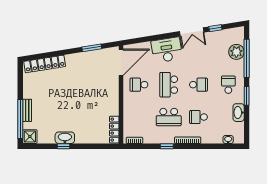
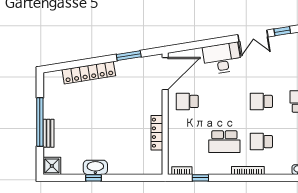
locker: (45, 64) -> (89, 73), moved
school desk: (169, 85) -> (224, 101), removed
school desk: (198, 85) -> (261, 101), turned 180
window: (20, 119) -> (40, 122), moved
locker: (114, 130) -> (157, 133), moved
window: (167, 146) -> (200, 178), moved

